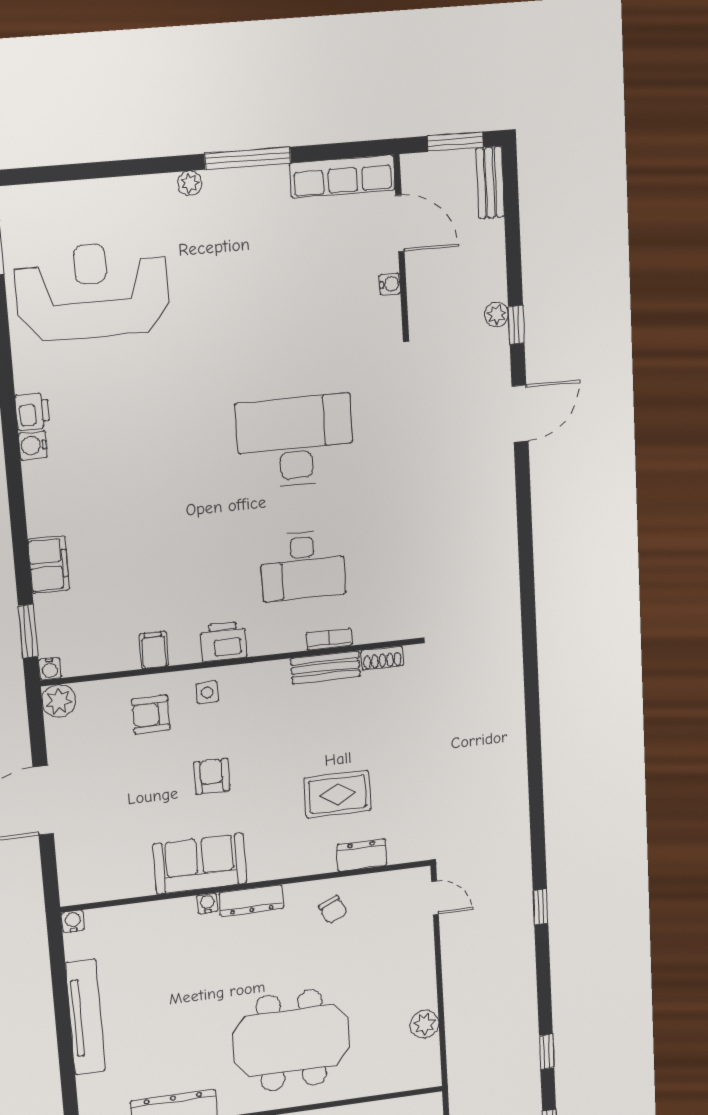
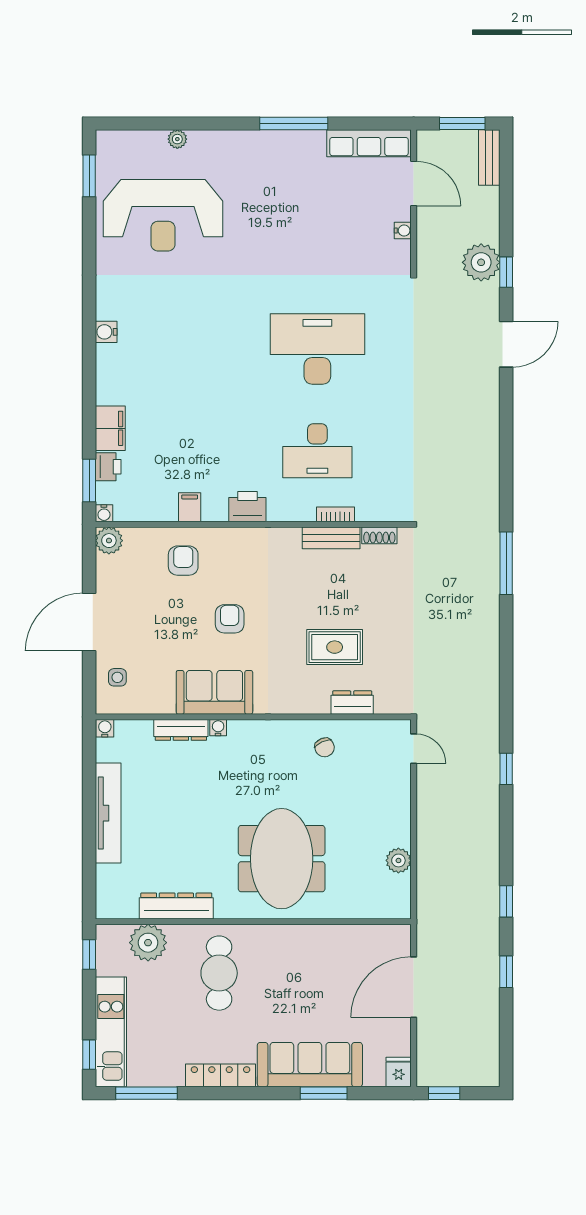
plant: (190, 183) -> (177, 139), moved
reception desk: (92, 291) -> (163, 215), turned 180
plant: (497, 314) -> (481, 262), width x1.88, depth x1.88
printer: (33, 411) -> (108, 467), moved
window: (531, 674) -> (506, 563), added
side table: (207, 693) -> (117, 677), moved
armchair: (151, 714) -> (183, 561), turned 90
dresser: (251, 900) -> (181, 730), moved
meeting table: (291, 1040) -> (282, 859), turned 90

